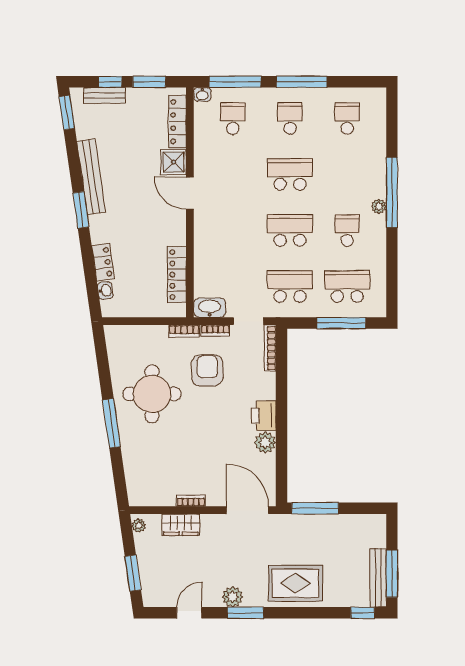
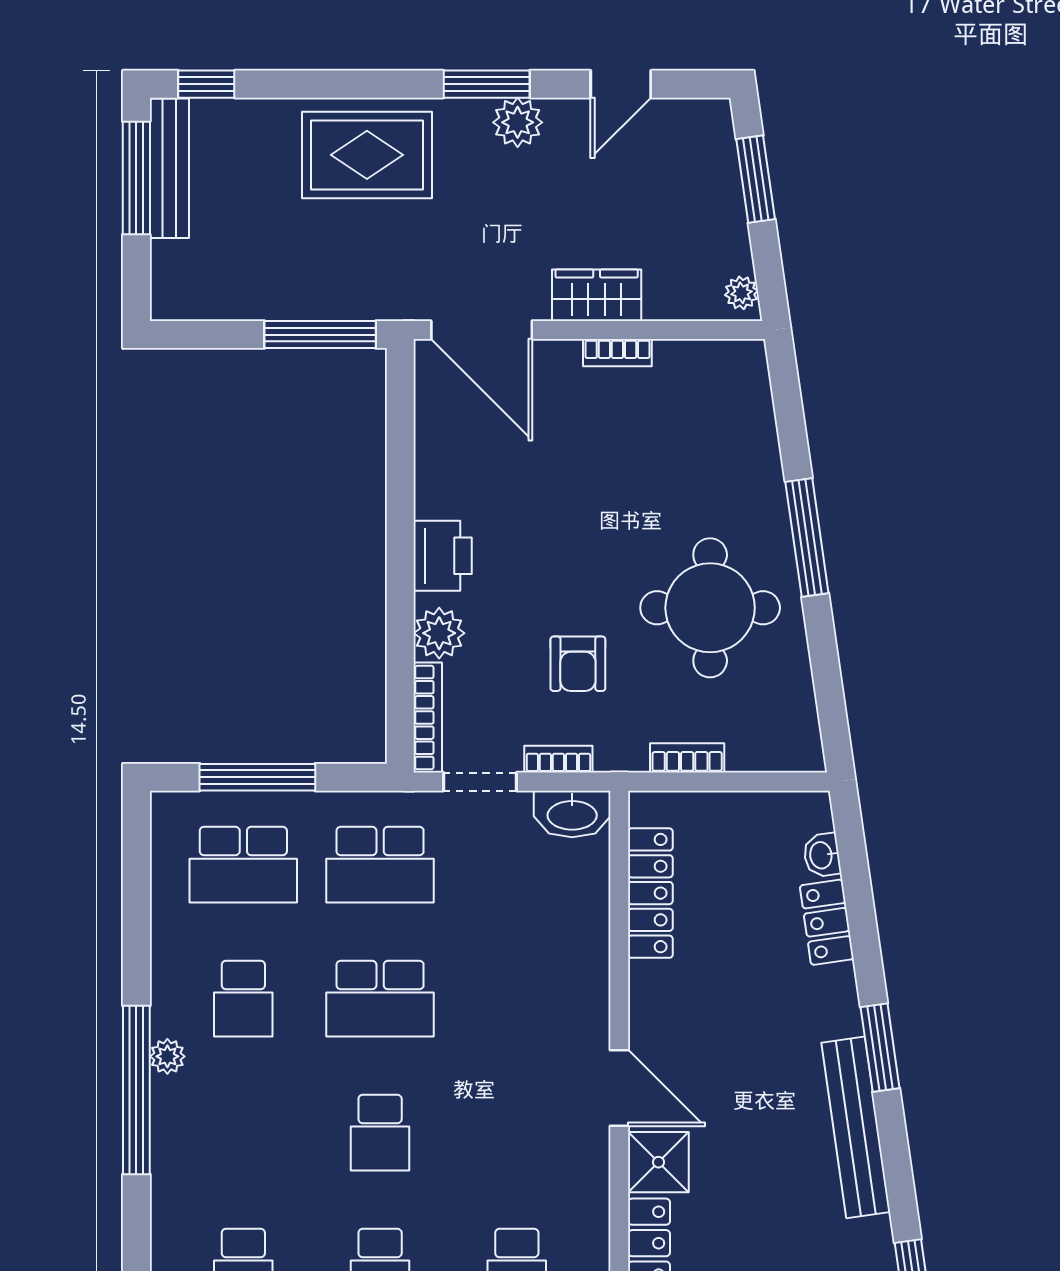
school desk: (290, 174) -> (380, 1133), width x0.54
bookcase: (184, 331) -> (687, 758), moved
armchair: (207, 370) -> (578, 664), width x0.72, depth x0.72
plant: (265, 443) -> (439, 633), moved
wardrobe: (181, 525) -> (597, 295), moved

